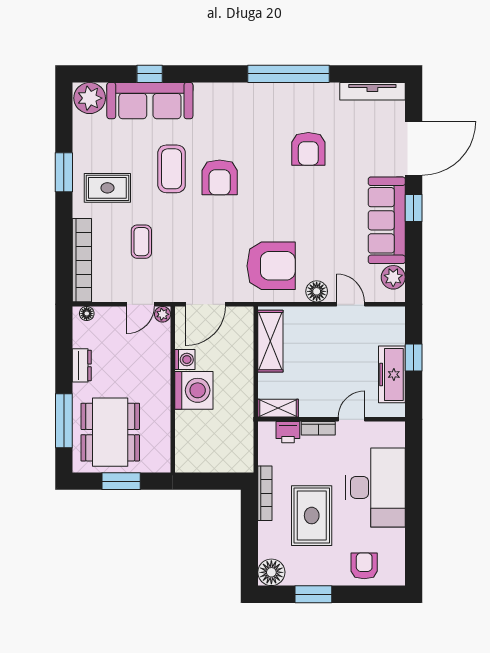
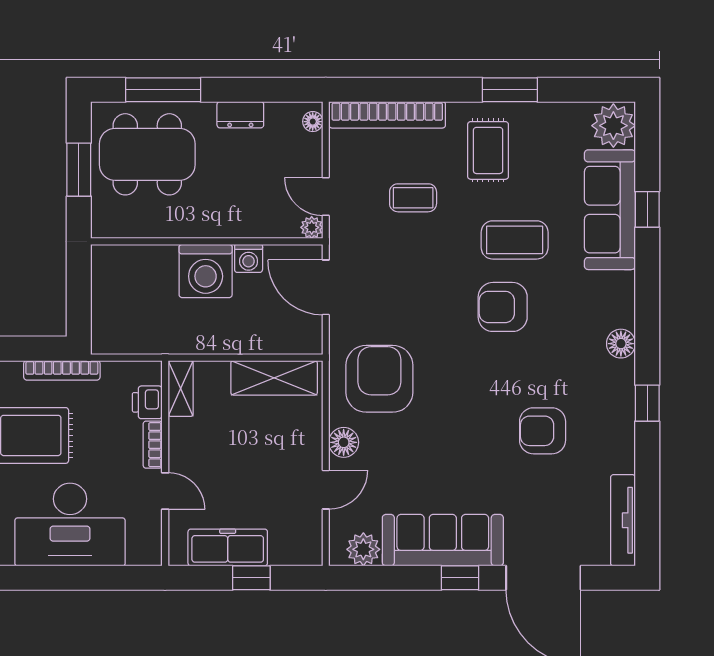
window: (289, 74) -> (647, 403), width x0.32
floor lamp: (246, 93) -> (621, 344), added
armchair: (271, 266) -> (379, 379), turned 180

